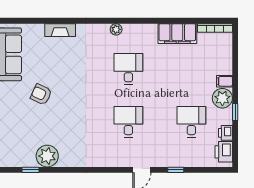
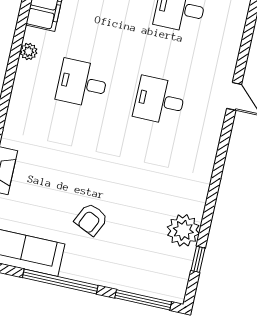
plant: (116, 29) -> (29, 51), moved
window: (176, 170) -> (245, 47), removed

